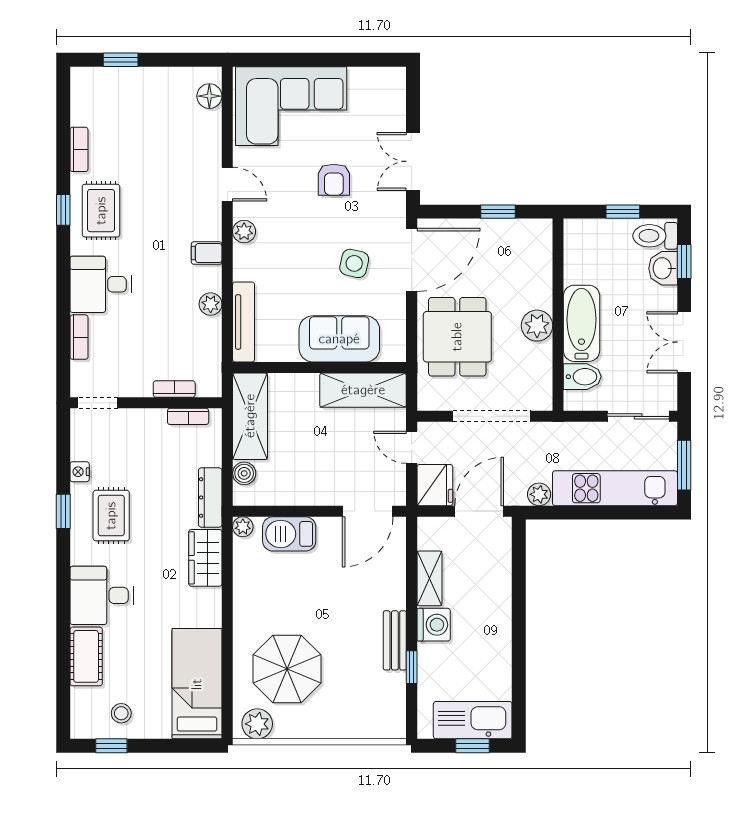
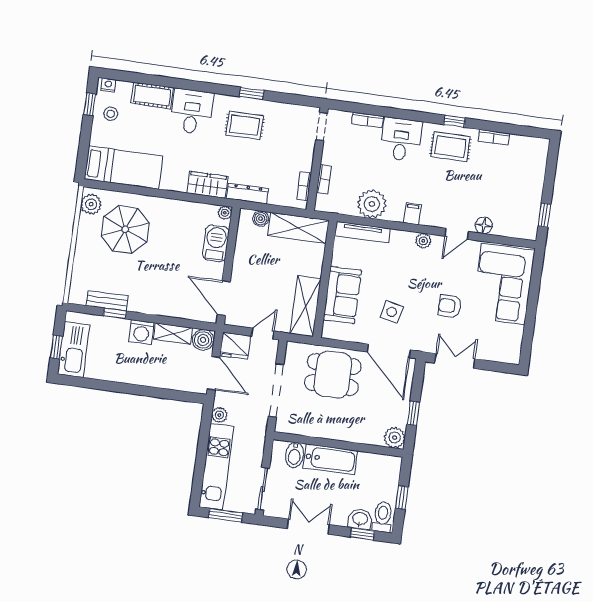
window: (121, 60) -> (544, 215), moved
floor lamp: (209, 96) -> (484, 225), moved
plant: (211, 304) -> (372, 204), width x1.88, depth x1.88
plant: (537, 326) -> (395, 438), moved
nightstand: (80, 472) -> (108, 85), moved
boiler: (433, 533) -> (203, 340), added
bench: (395, 640) -> (107, 301), moved

